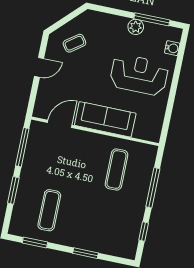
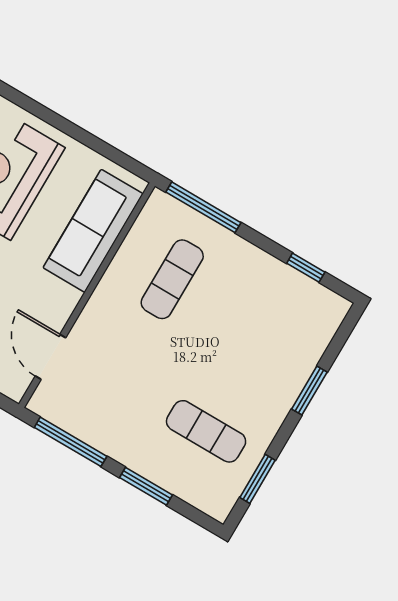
sofa: (105, 119) -> (93, 231), moved
exercise mat: (117, 169) -> (172, 279), turned 90
window: (153, 188) -> (203, 207), moved

